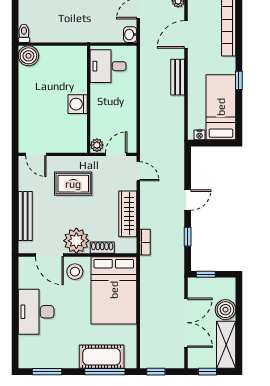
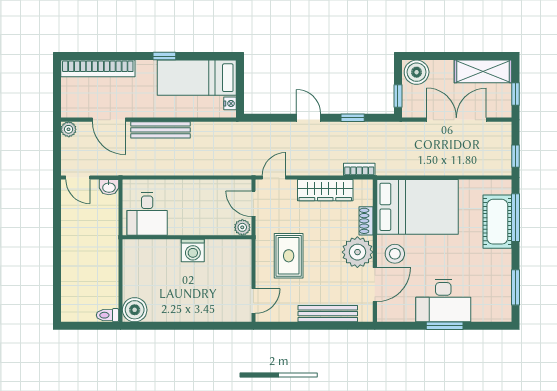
bench: (178, 77) -> (160, 130), width x1.36
boiler: (225, 310) -> (417, 72), moved
window: (15, 313) -> (445, 326), added

